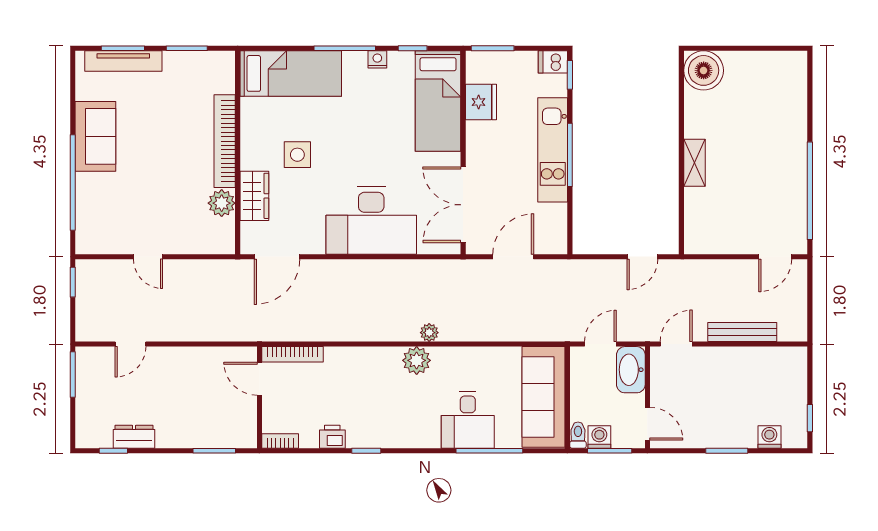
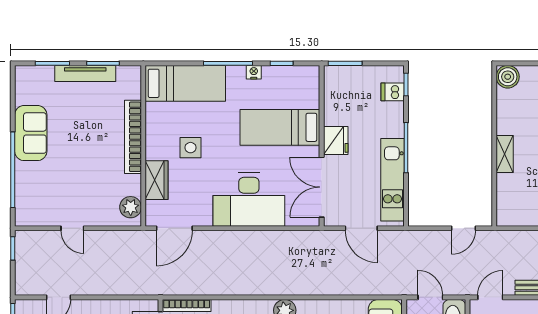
tv unit: (123, 61) -> (85, 73), moved
dishwasher: (553, 62) -> (393, 92), moved
boiler: (704, 70) -> (508, 77), width x0.73, depth x0.73
bed: (438, 101) -> (280, 127), moved, turned 90
fridge: (481, 102) -> (336, 140), moved
kitchen unit: (553, 150) -> (392, 180), moved
plant: (222, 203) -> (131, 207), moved
door: (513, 257) -> (361, 228), swing flipped
plant: (429, 333) -> (295, 288), removed
door: (600, 344) -> (430, 297), hinge flipped

